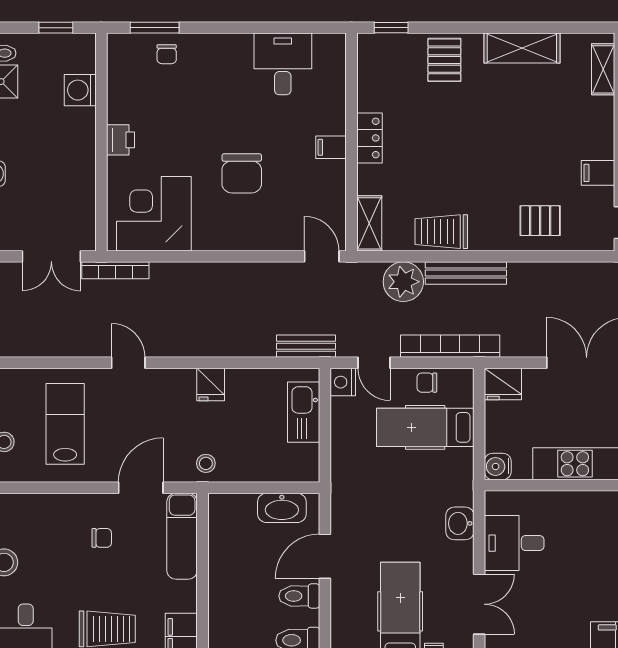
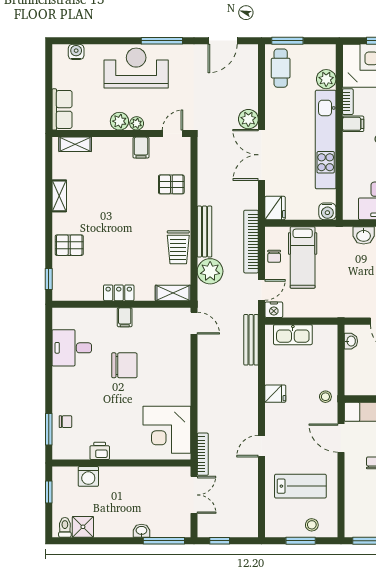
shelving: (522, 48) -> (59, 196), width x0.67, depth x0.75
printer: (121, 140) -> (100, 451), moved
chair: (242, 173) -> (124, 365), moved
pallet: (540, 221) -> (171, 184), turned 90
door: (322, 256) -> (194, 323), swing flipped
bench: (306, 346) -> (251, 340), width x1.36
lab bench: (65, 424) -> (300, 486), turned 180
washbasin: (282, 508) -> (351, 341), width x0.52, depth x0.69

